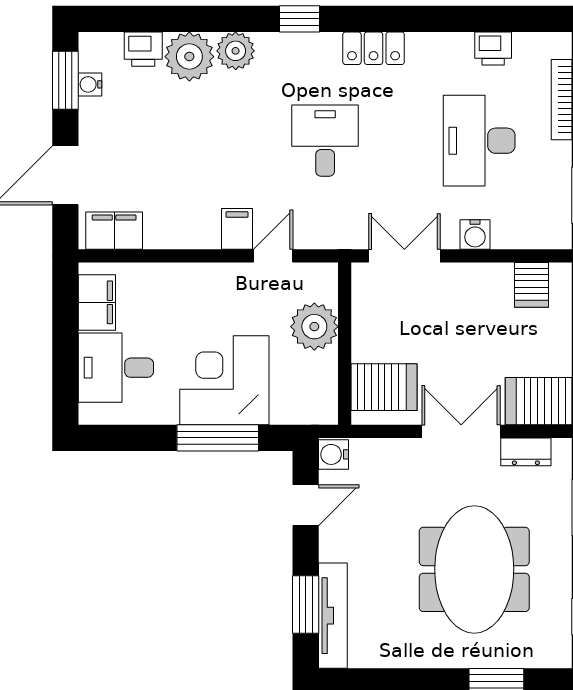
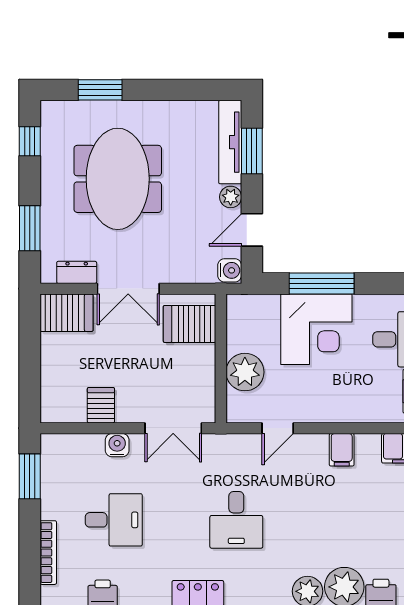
desk: (479, 141) -> (114, 520), width x0.73
filing cabinet: (237, 229) -> (342, 450), moved
server rack: (532, 285) -> (101, 405), moved
plant: (332, 547) -> (231, 197), added

